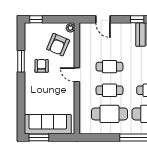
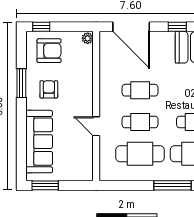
door: (103, 19) -> (131, 27), width x1.88
armchair: (58, 45) -> (49, 51), moved, turned -113
door: (77, 75) -> (96, 126), moved
sofa: (48, 124) -> (39, 142), moved, turned 90

